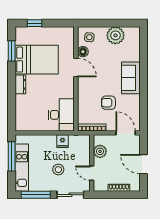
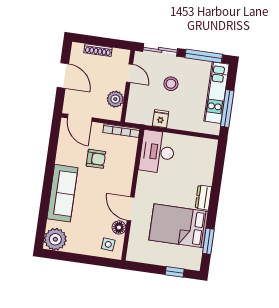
plant: (115, 35) -> (55, 239), moved
sofa: (131, 78) -> (62, 193), width x1.36

